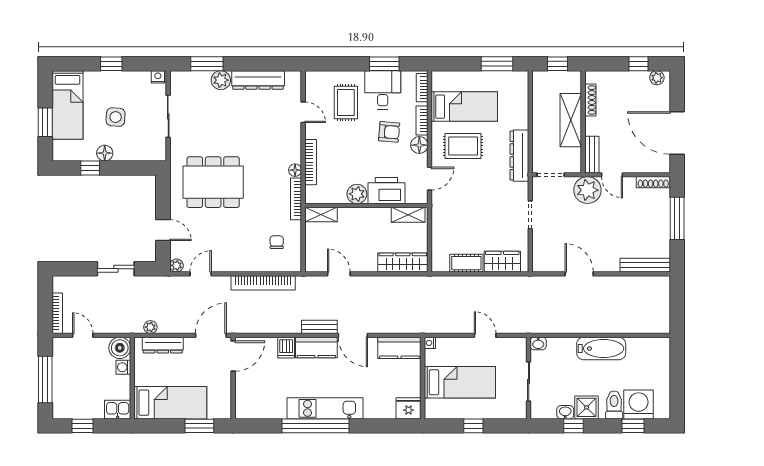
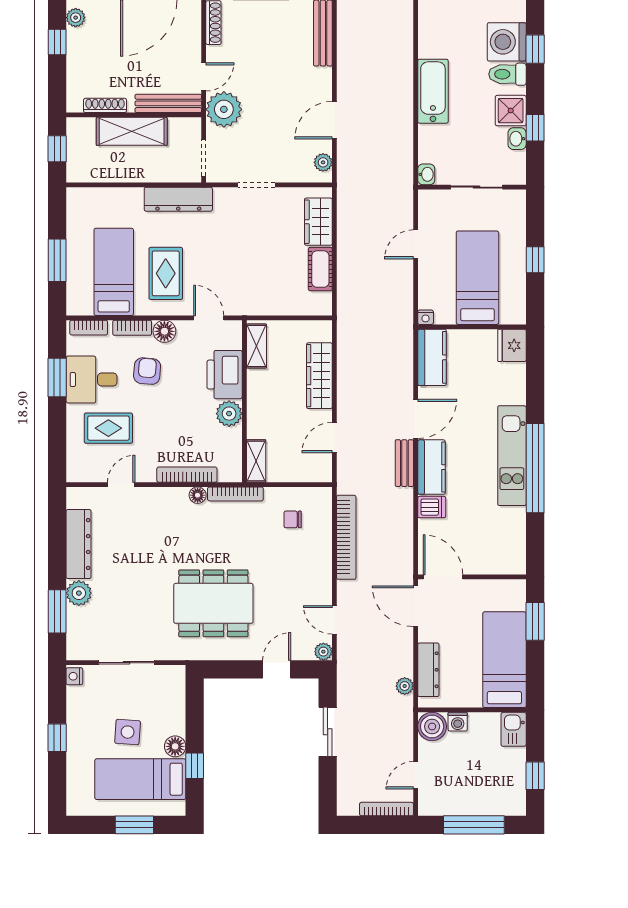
window: (497, 64) -> (57, 260), moved
bed: (67, 105) -> (140, 779), moved, turned 180
bench: (592, 155) -> (168, 103), width x1.36
dining table: (213, 182) -> (213, 603), turned 90
wardrobe: (403, 262) -> (319, 376), moved
plant: (547, 265) -> (323, 162), added

